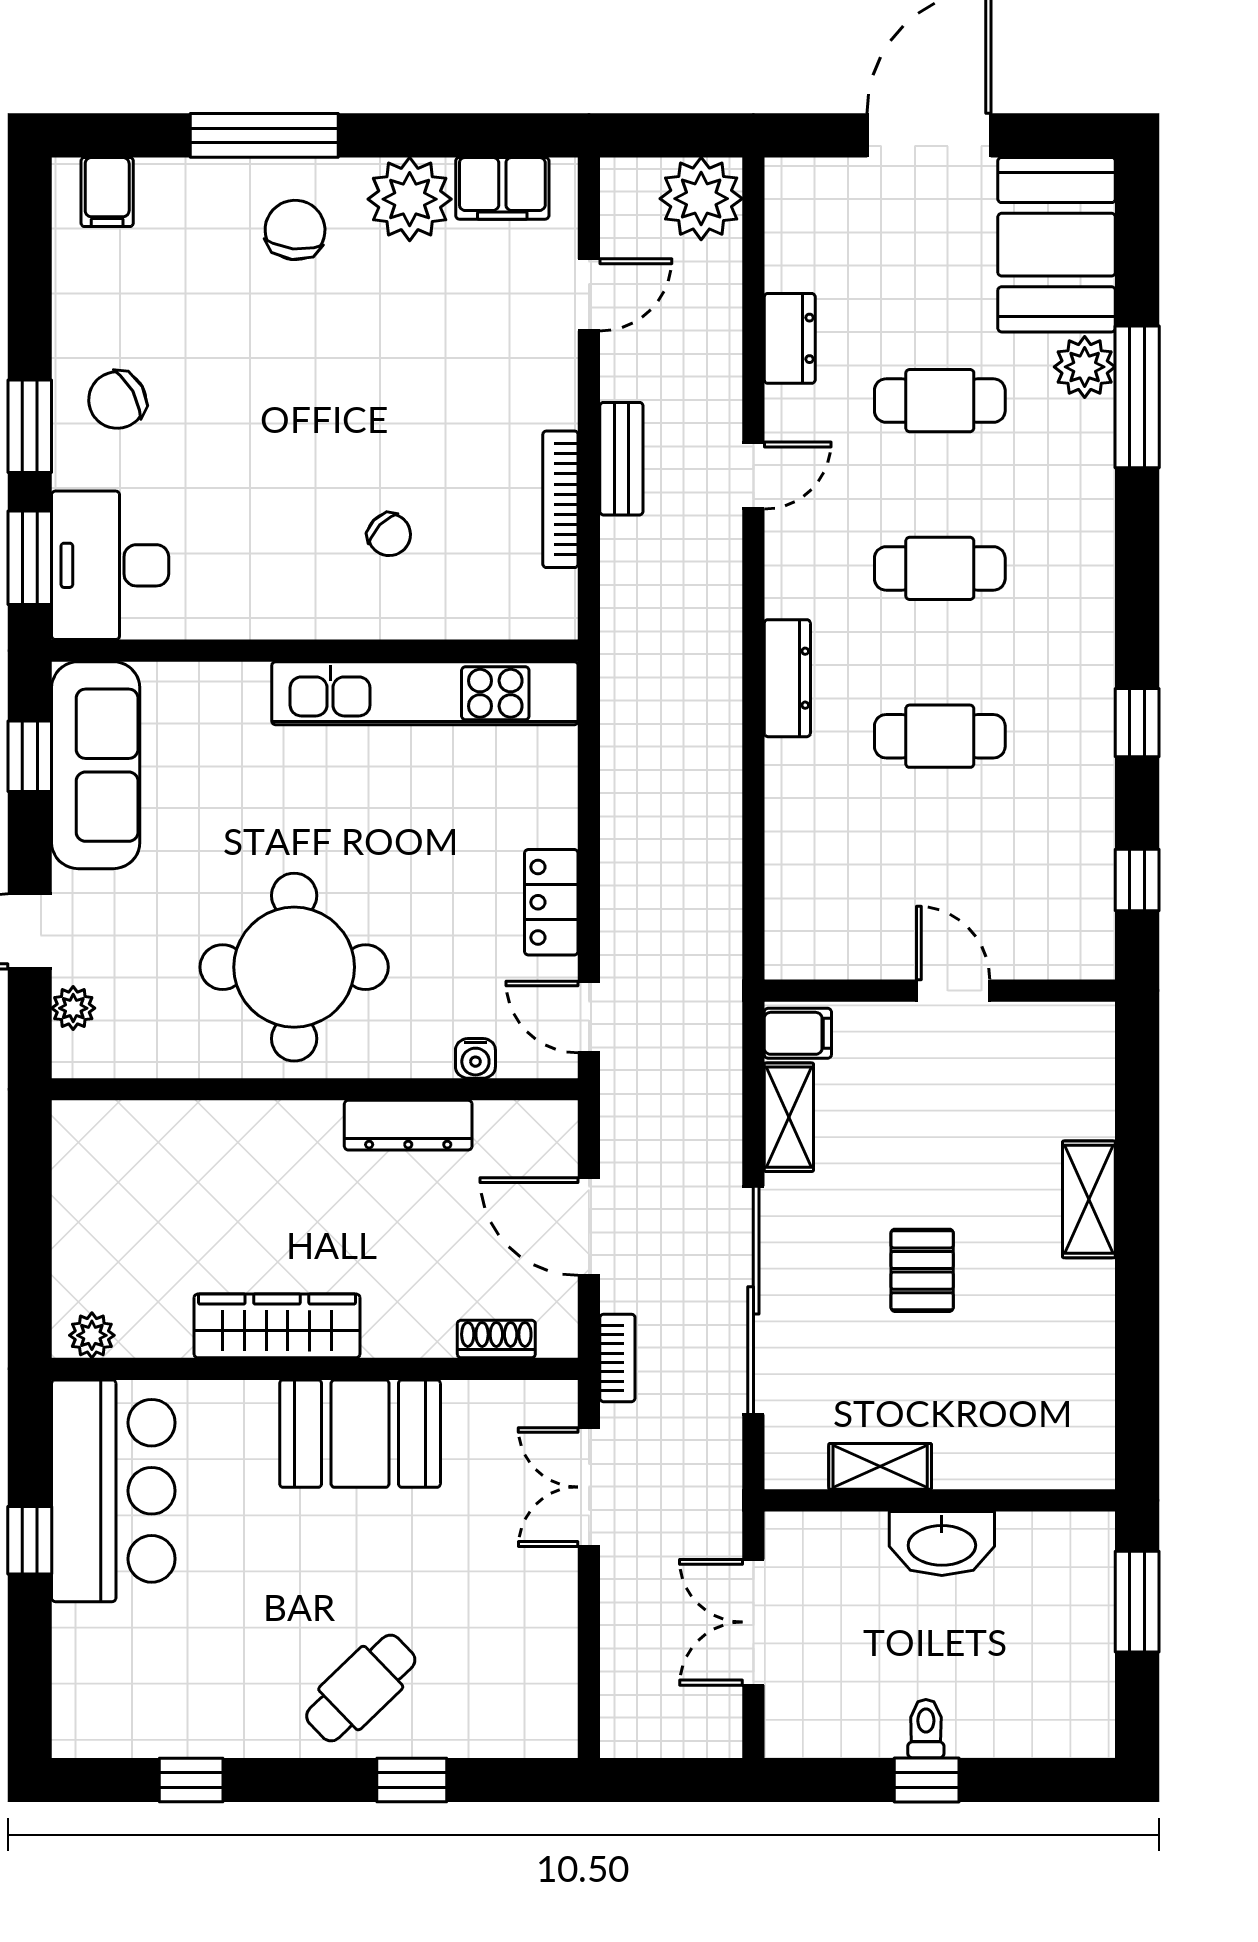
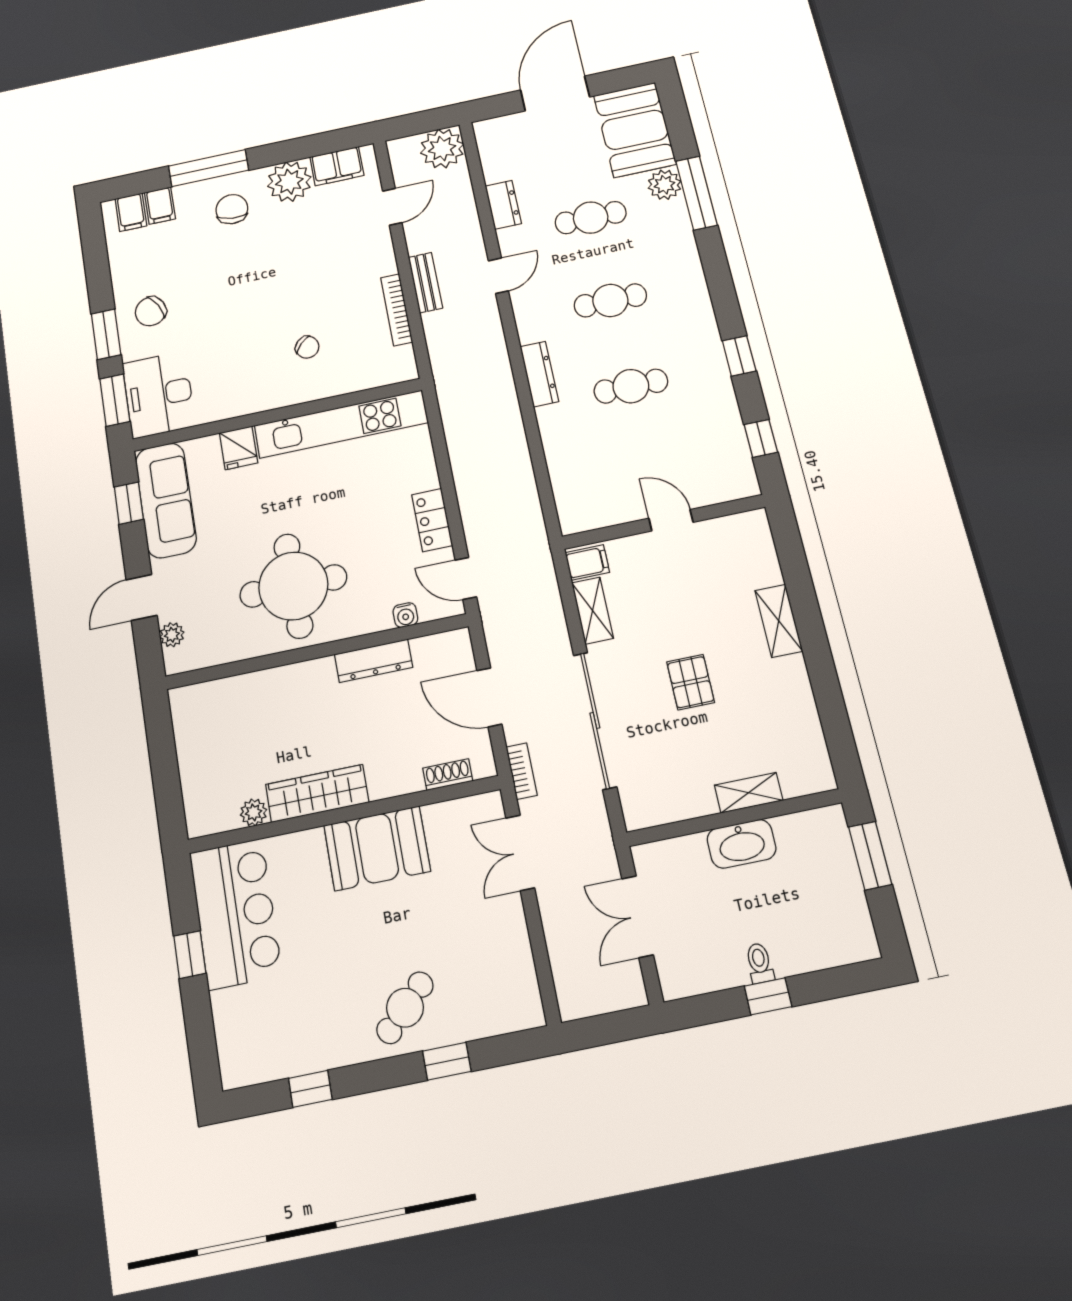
filing cabinet: (163, 191) -> (160, 206), added
fridge: (238, 697) -> (239, 448), added
plant: (92, 1335) -> (254, 812), moved
shelving: (880, 1466) -> (749, 793), moved

